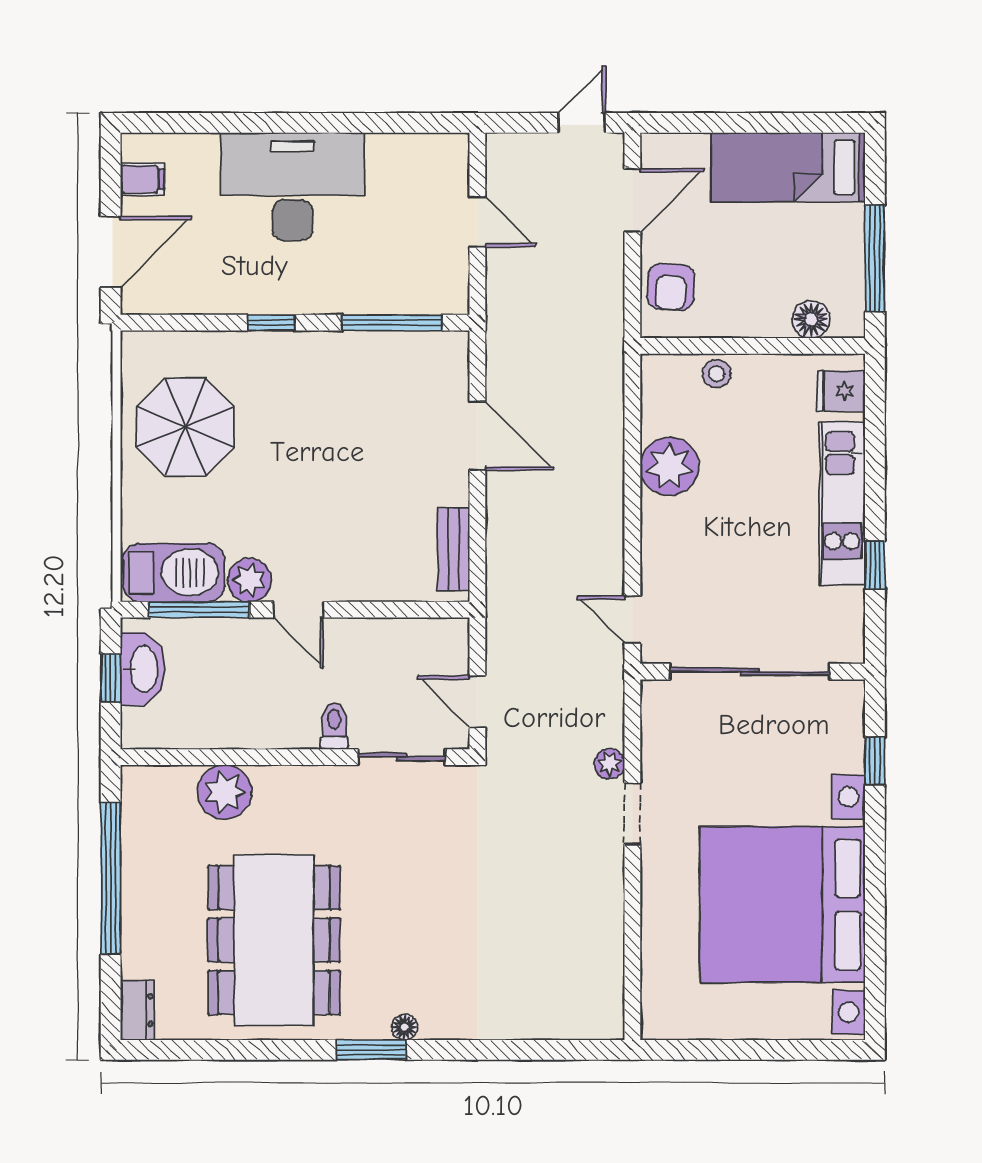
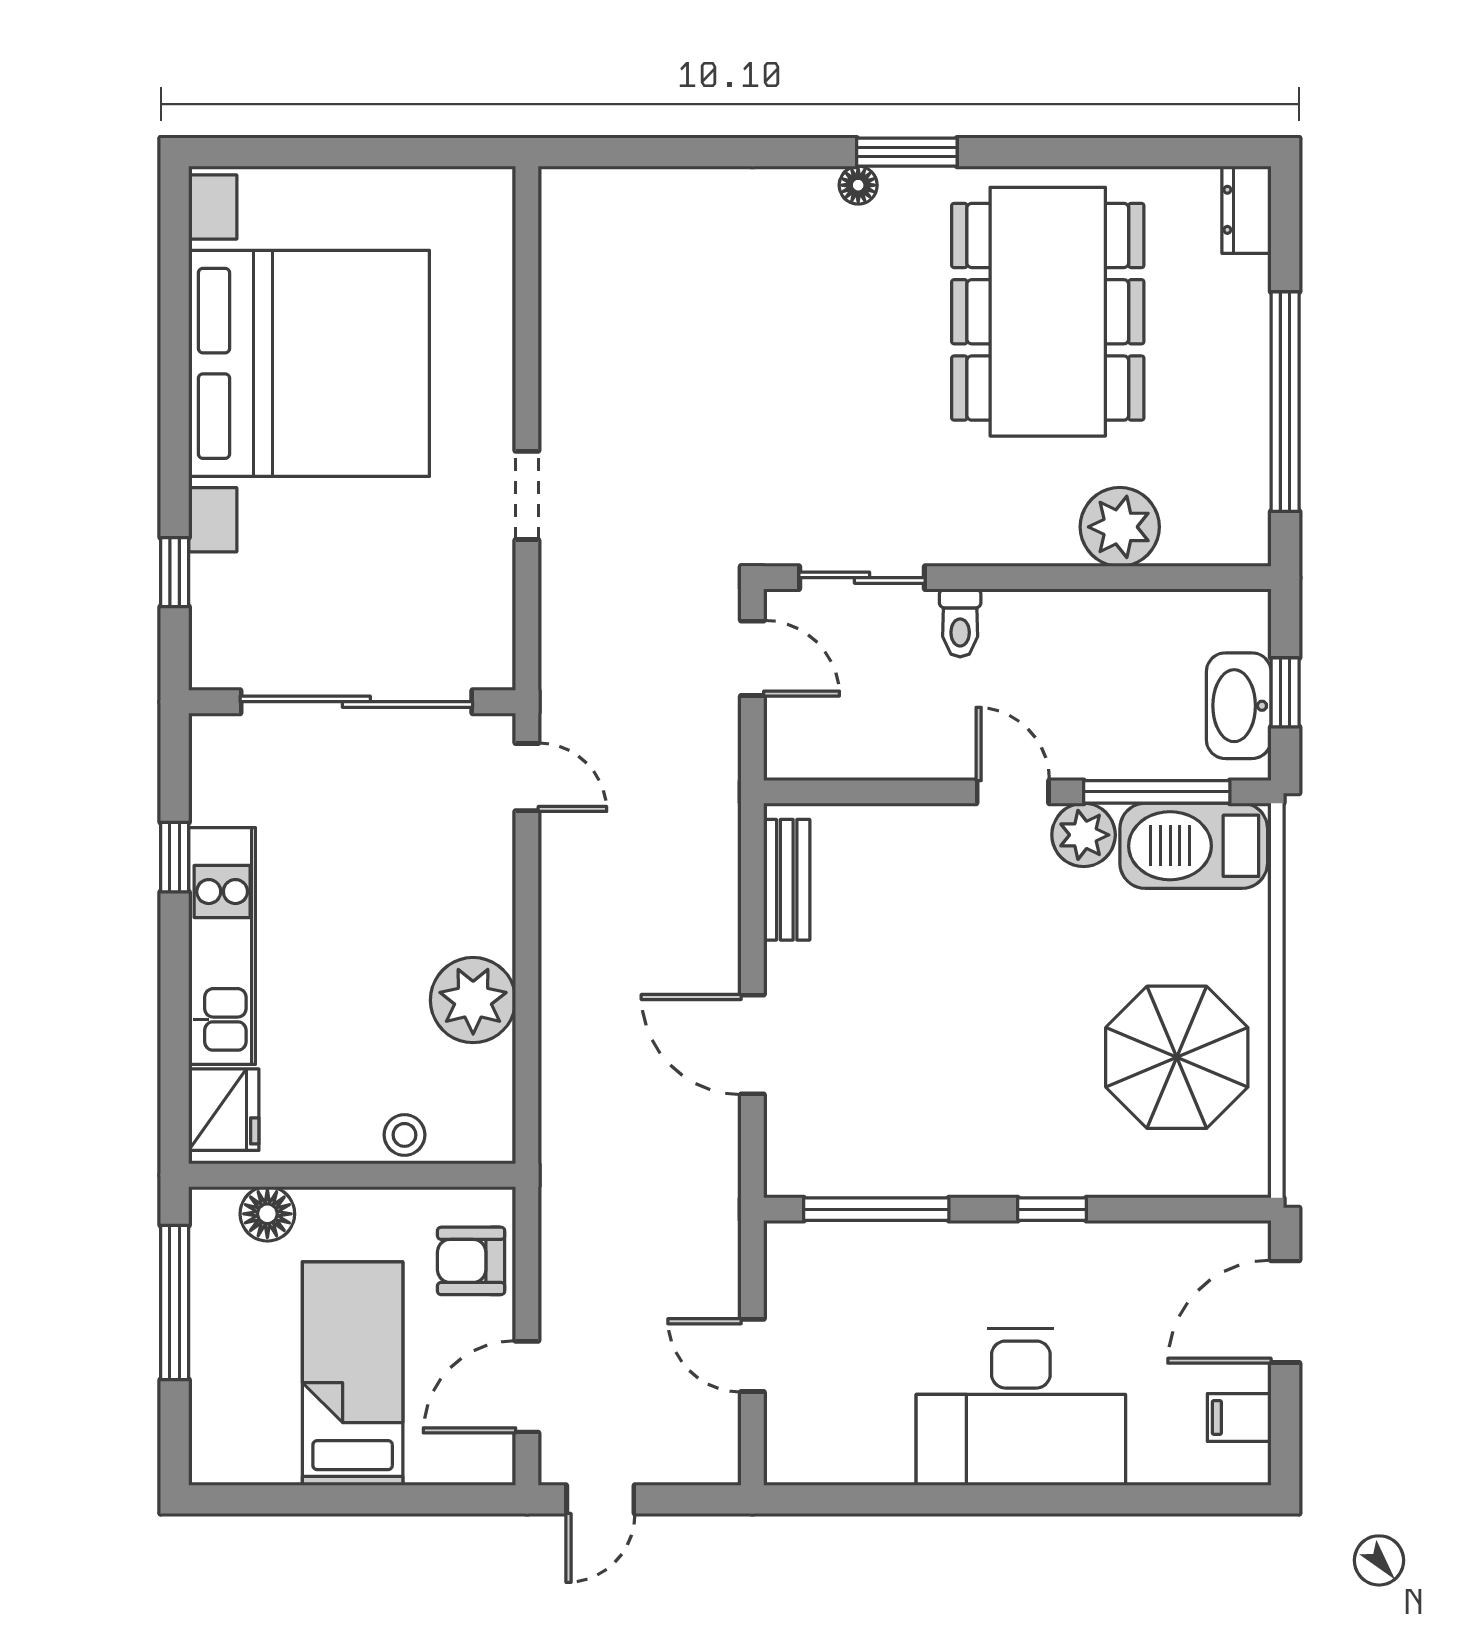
bed: (788, 167) -> (353, 1374), moved, turned -90
armchair: (671, 287) -> (471, 1261), turned -93
fridge: (841, 391) -> (224, 1110), width x1.38
plant: (609, 764) -> (560, 568), removed

